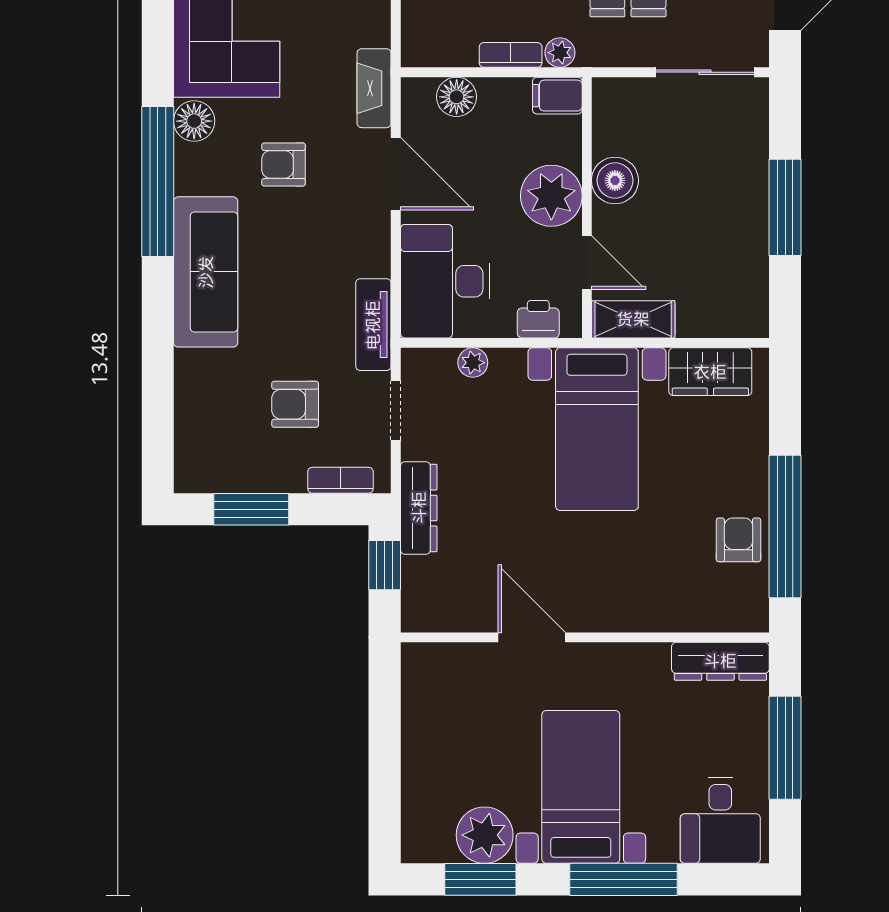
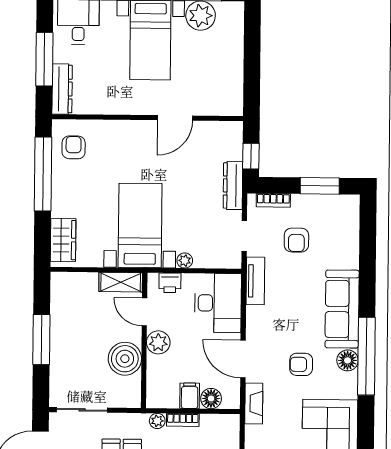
filing cabinet: (557, 96) -> (190, 396), moved, turned -90
floor lamp: (194, 121) -> (348, 360), moved
armchair: (284, 164) -> (301, 364), turned 180
boiler: (615, 180) -> (125, 359), width x1.37, depth x1.37
plant: (551, 196) -> (158, 342), width x0.73, depth x0.73
plant: (473, 363) -> (185, 260), moved
wardrobe: (710, 372) -> (63, 240), moved, turned 90
armchair: (295, 404) -> (296, 240), turned 90
armchair: (739, 540) -> (74, 147), moved, turned 180
door: (532, 637) -> (175, 118), hinge flipped
dresser: (720, 661) -> (62, 89), moved, turned 90

